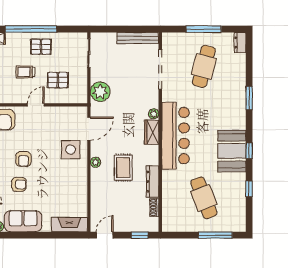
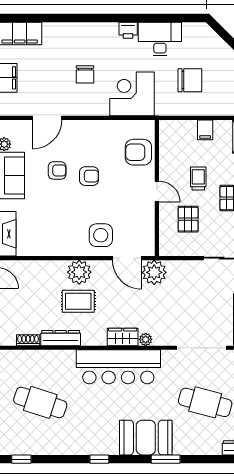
plant: (100, 92) -> (154, 272), moved
booth: (232, 151) -> (146, 438), moved
armchair: (23, 159) -> (89, 176), turned 180
plant: (96, 162) -> (79, 272), width x1.87, depth x1.87
armchair: (19, 184) -> (57, 170), turned -90
window: (249, 189) -> (21, 459), moved
cafe table: (204, 198) -> (40, 402), turned 39

